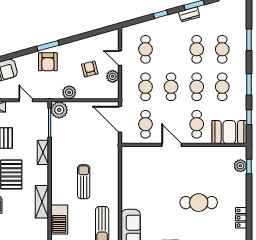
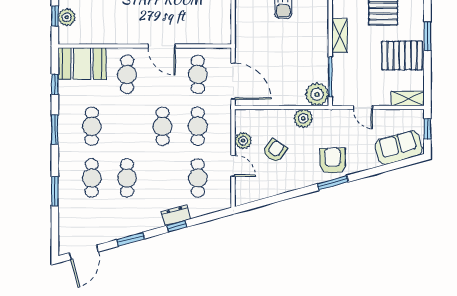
dresser: (189, 14) -> (176, 215), moved
armchair: (90, 69) -> (275, 151), turned -132
cafe table: (197, 87) -> (127, 126), removed

